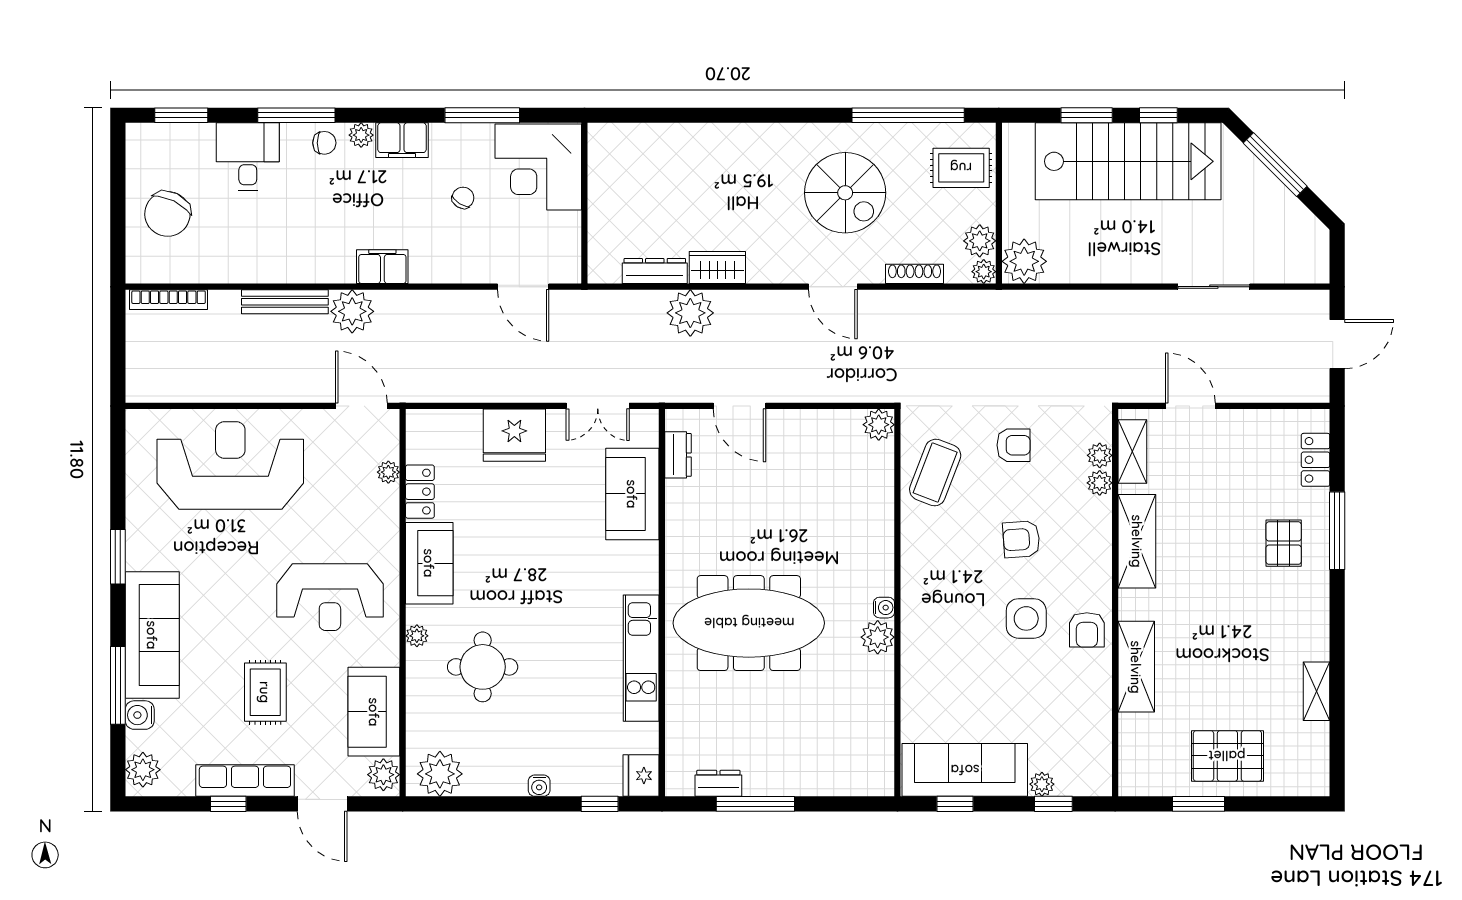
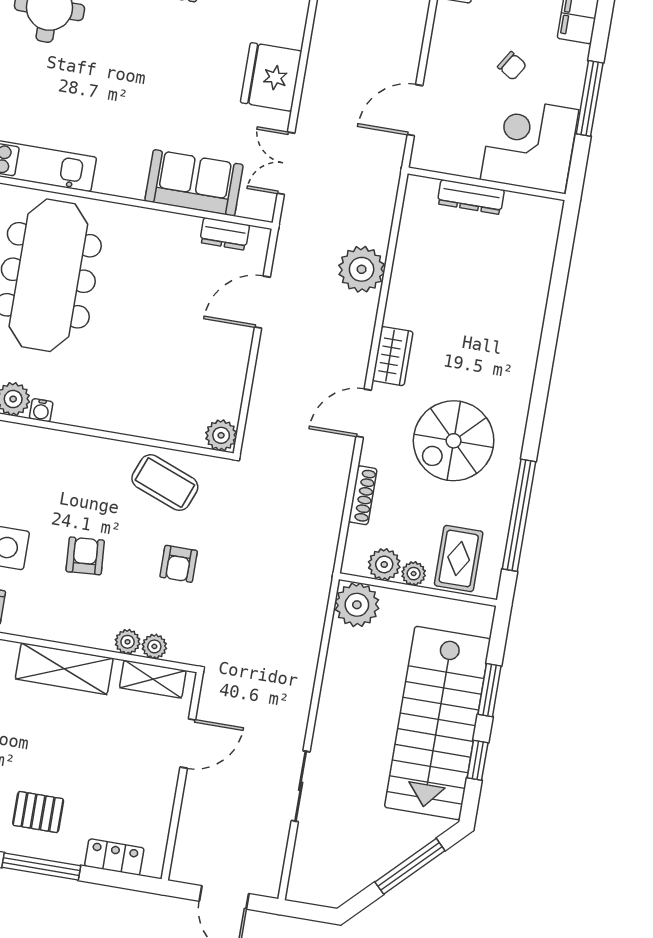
wardrobe: (717, 268) -> (393, 356), moved
dresser: (655, 271) -> (471, 197), moved, turned 90
plant: (984, 272) -> (414, 574), moved

